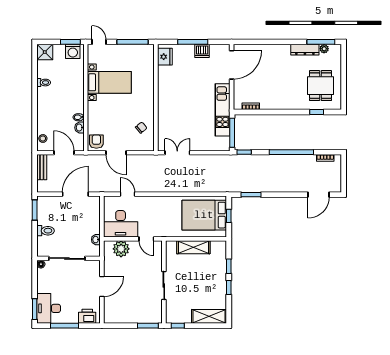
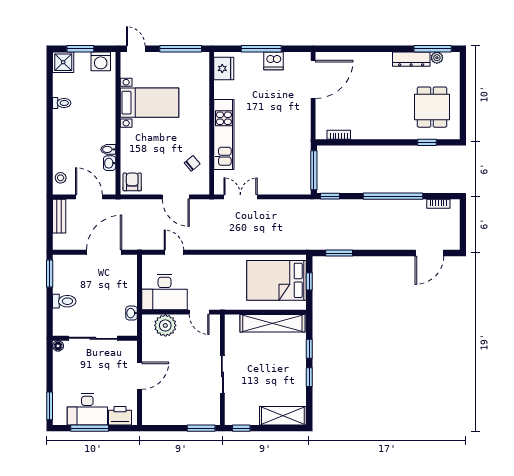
window: (70, 42) -> (80, 49), moved
kitchen unit: (222, 110) -> (224, 134), moved, turned 180
door: (116, 153) -> (176, 197), moved
shelving: (193, 247) -> (272, 323), width x1.47
desk: (49, 308) -> (87, 409), moved, turned -90

